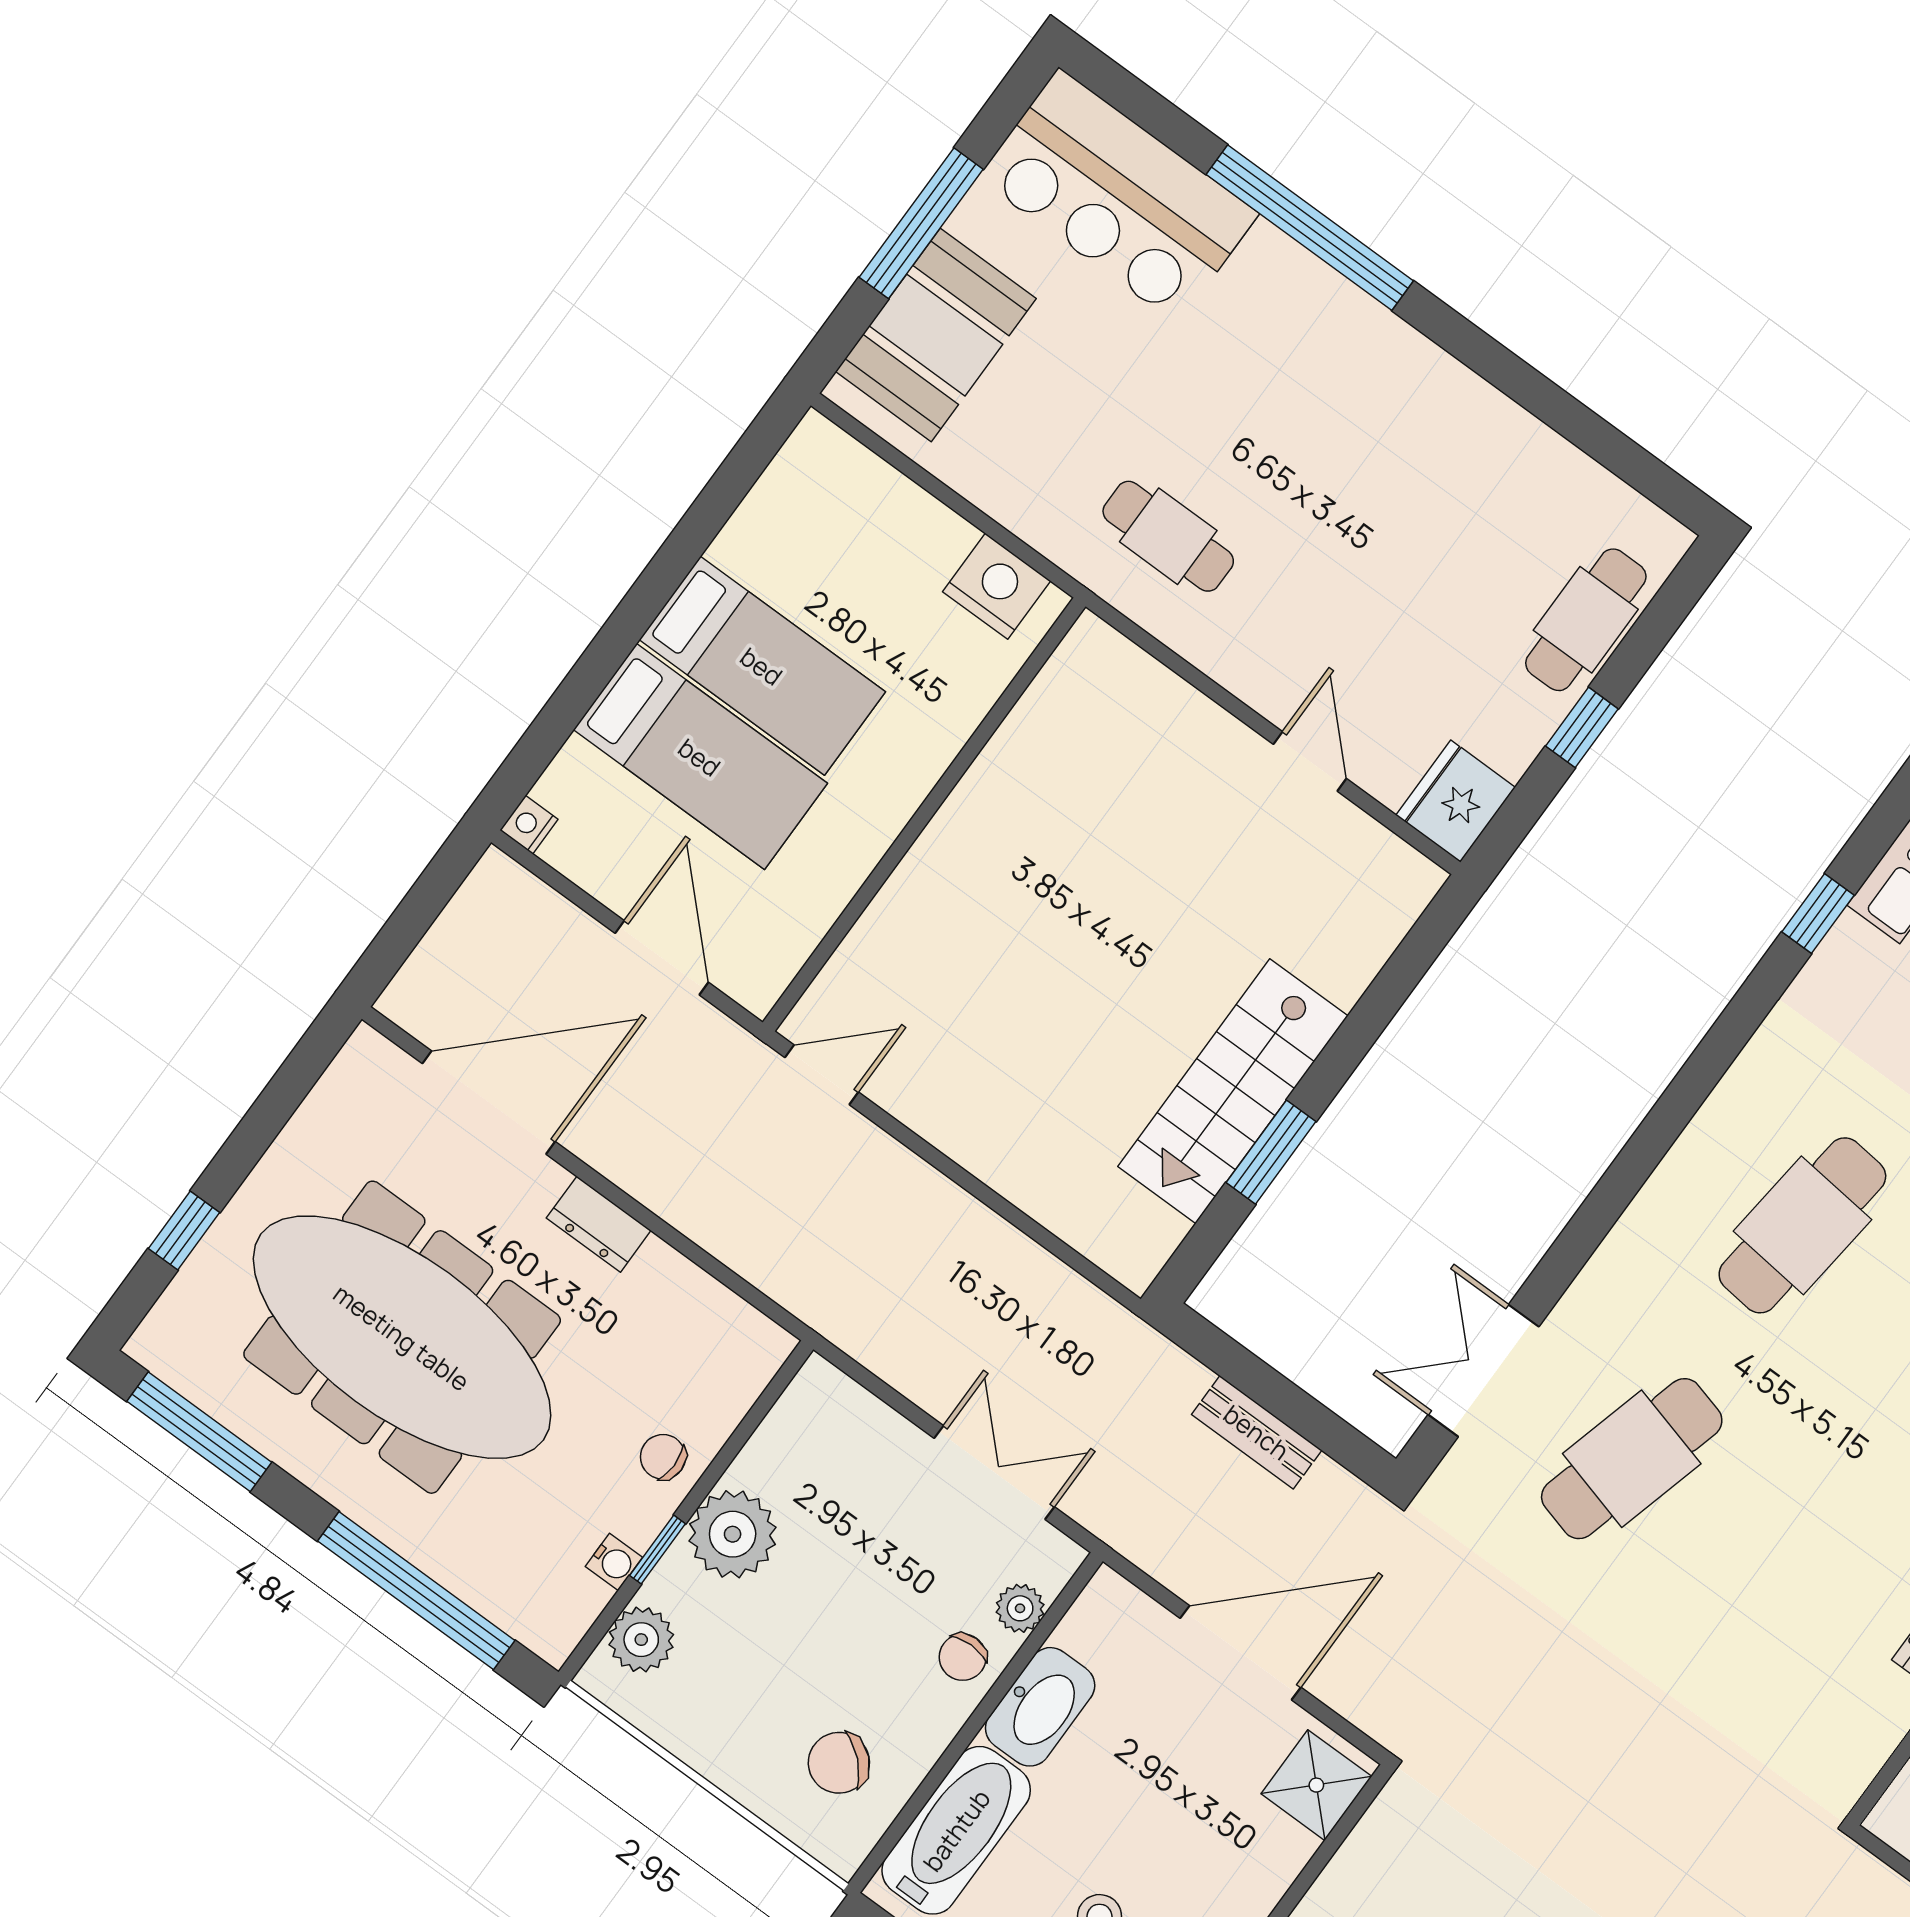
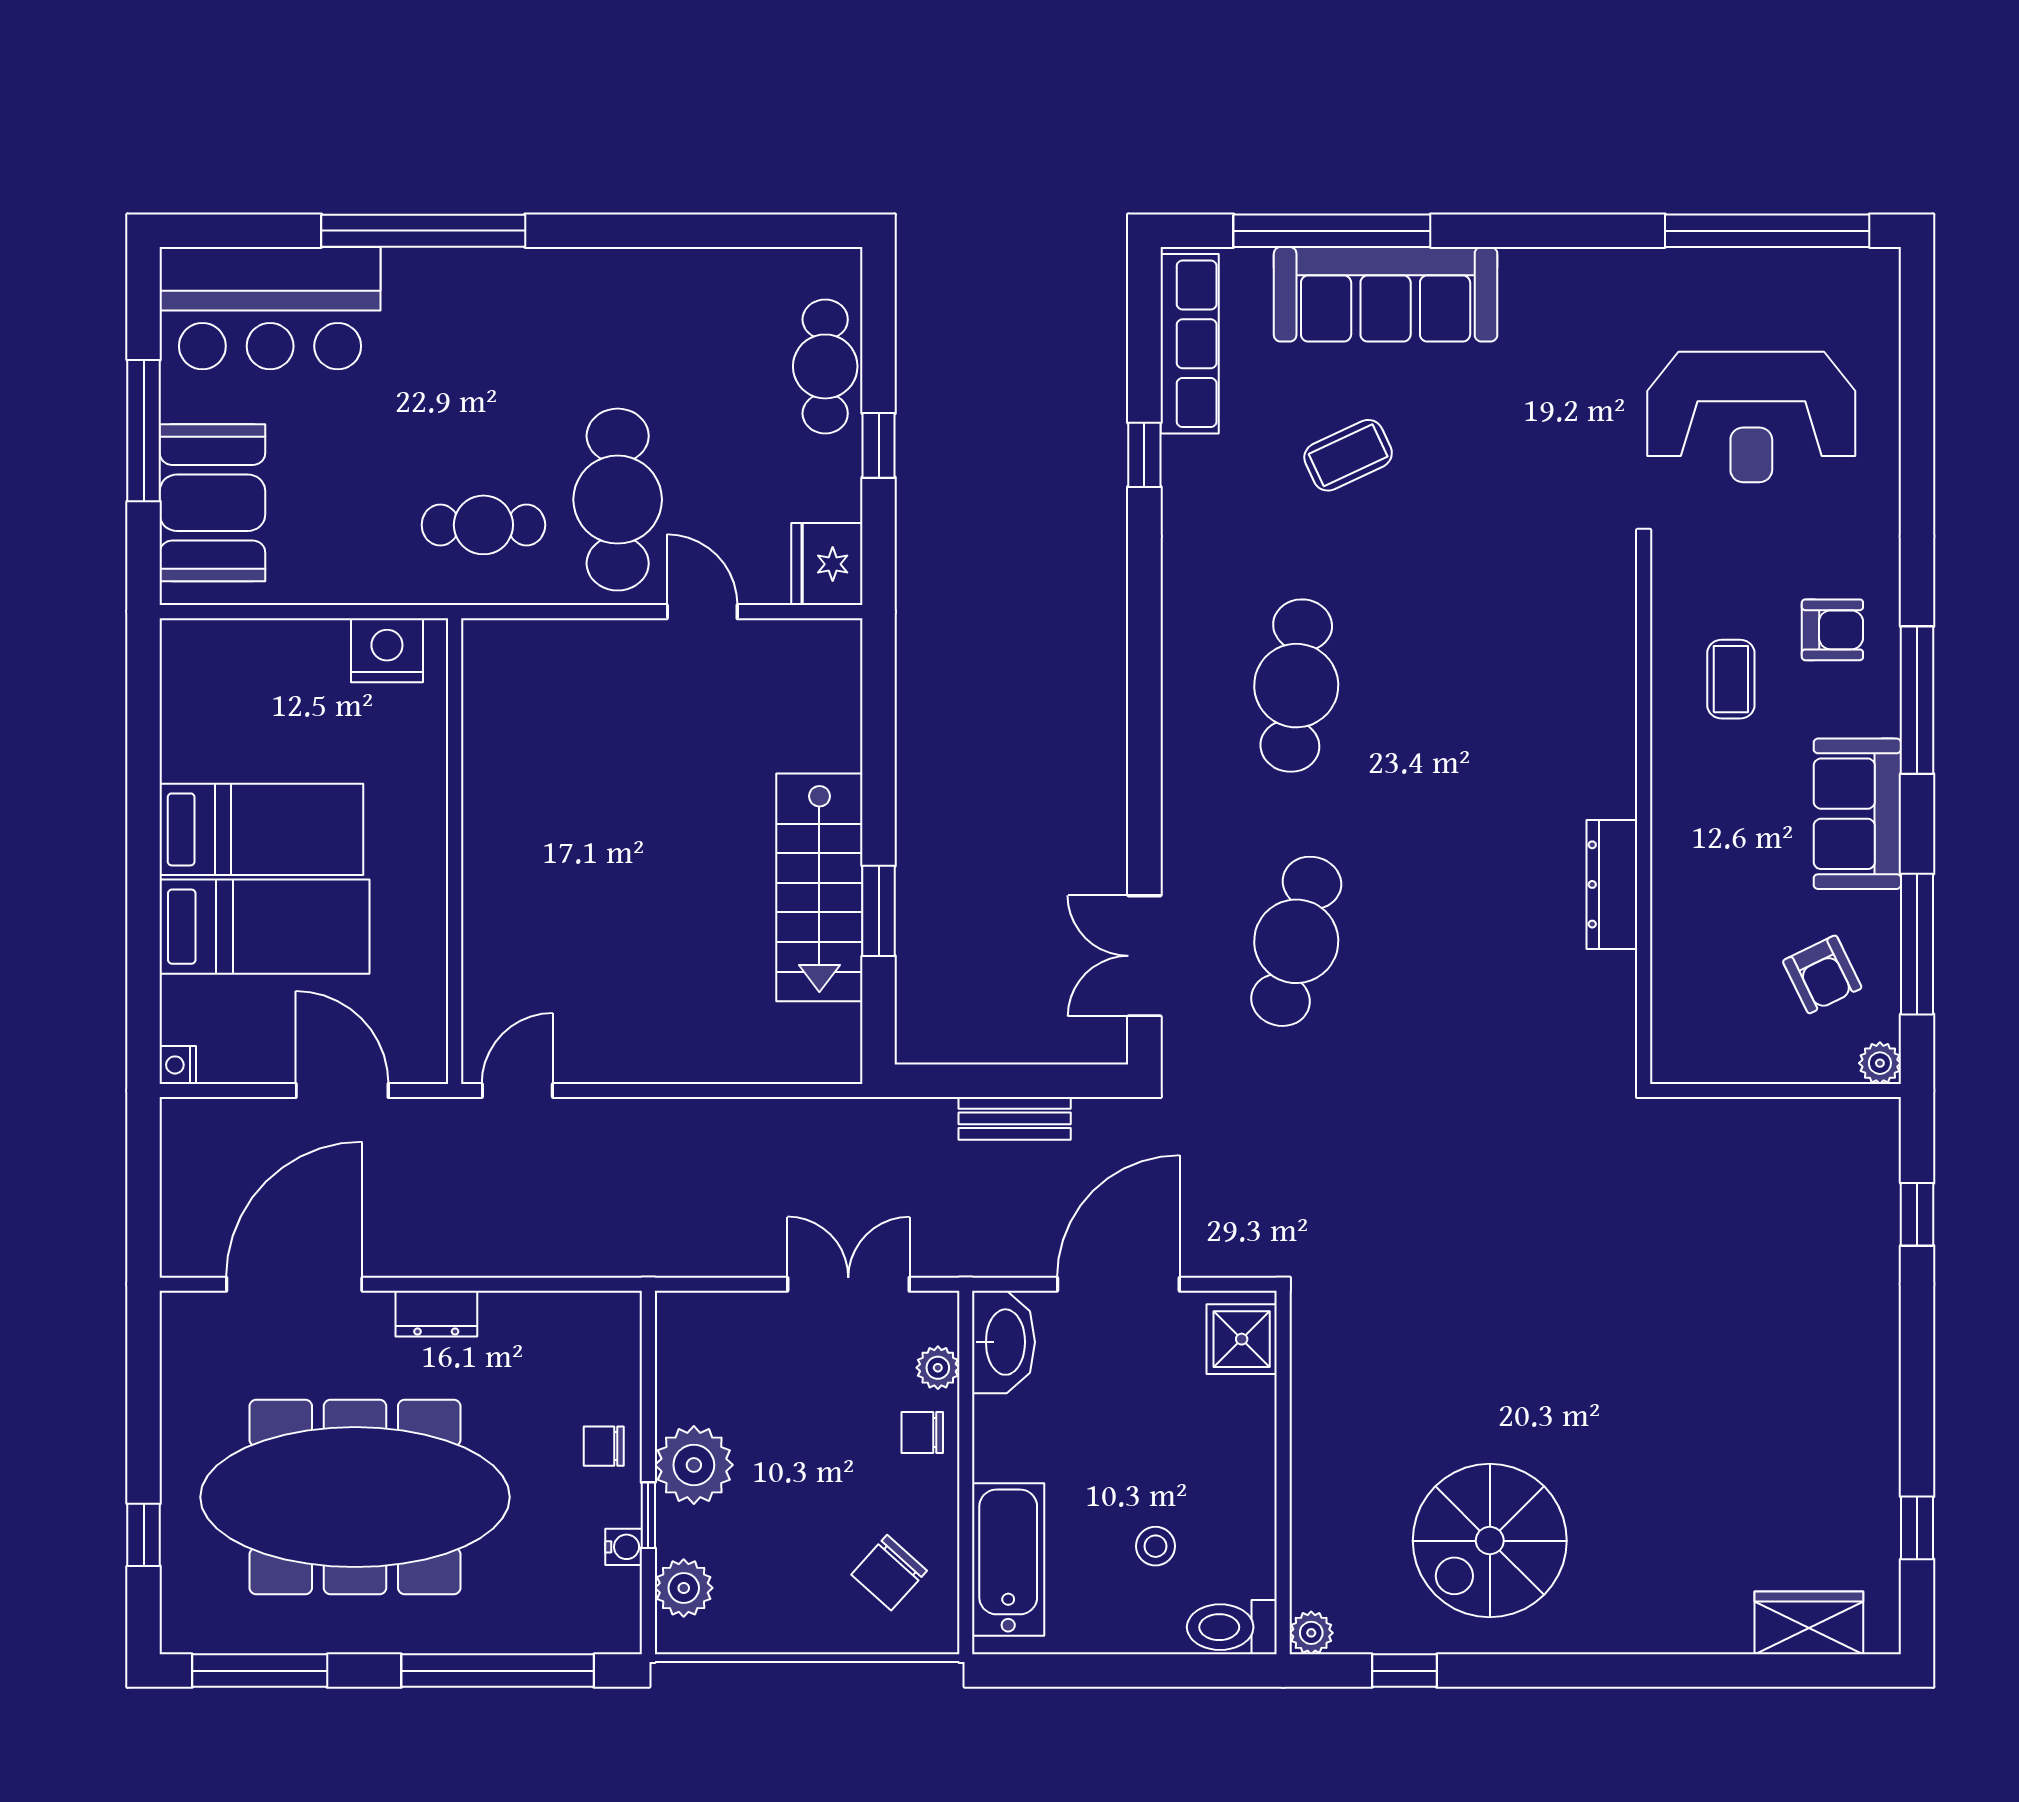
cafe table: (1308, 603) -> (618, 500), added
chair: (963, 1657) -> (922, 1433), turned 90
washbasin: (1040, 1707) -> (1004, 1342), moved

